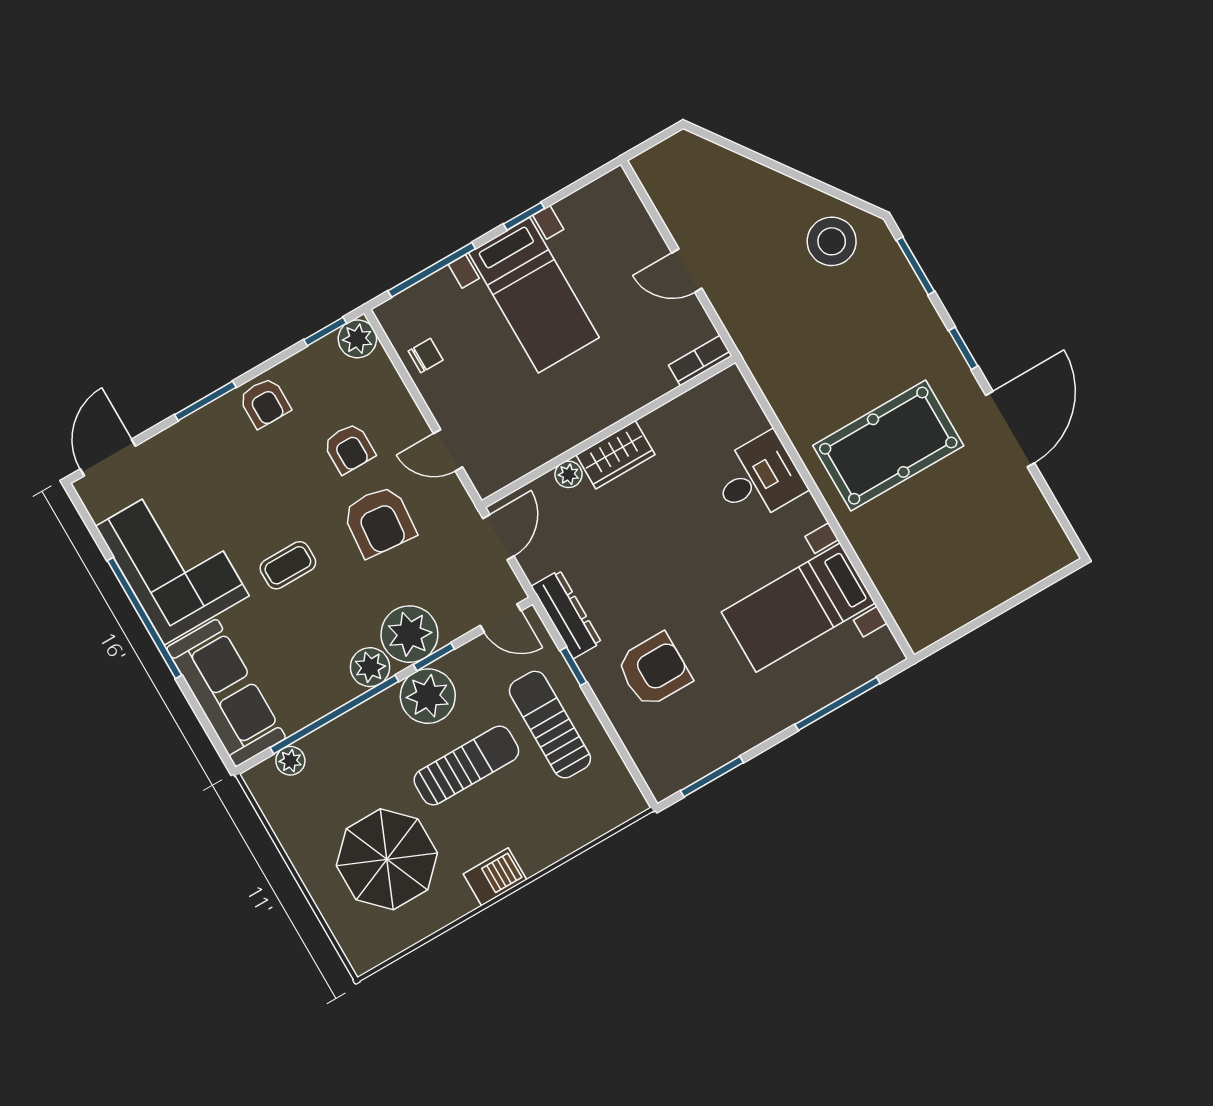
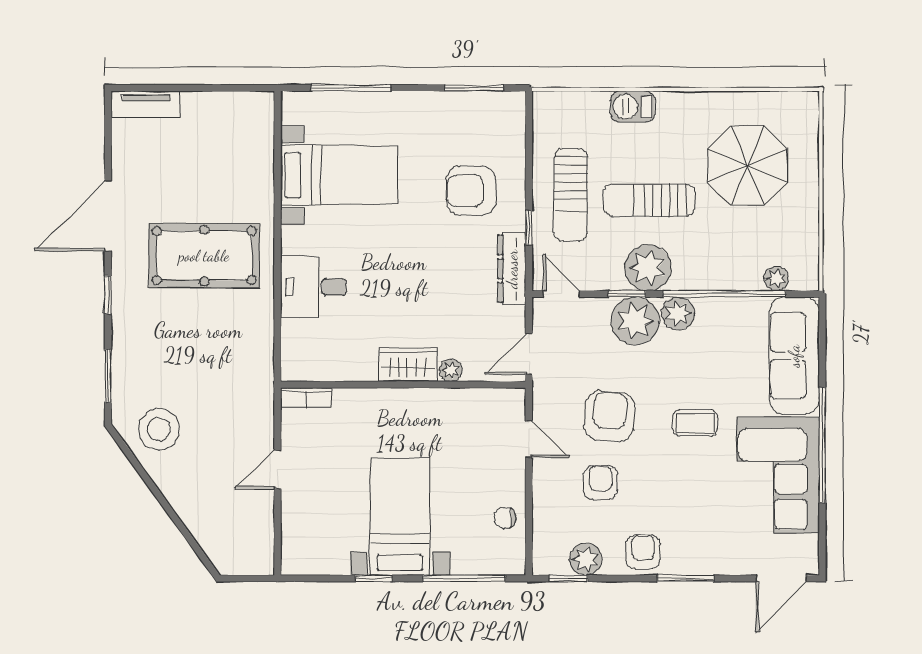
door: (687, 271) -> (278, 469), swing flipped
plant: (357, 339) -> (586, 559), moved
tv unit: (1037, 566) -> (146, 104), added
barbecue: (495, 877) -> (633, 107), moved

